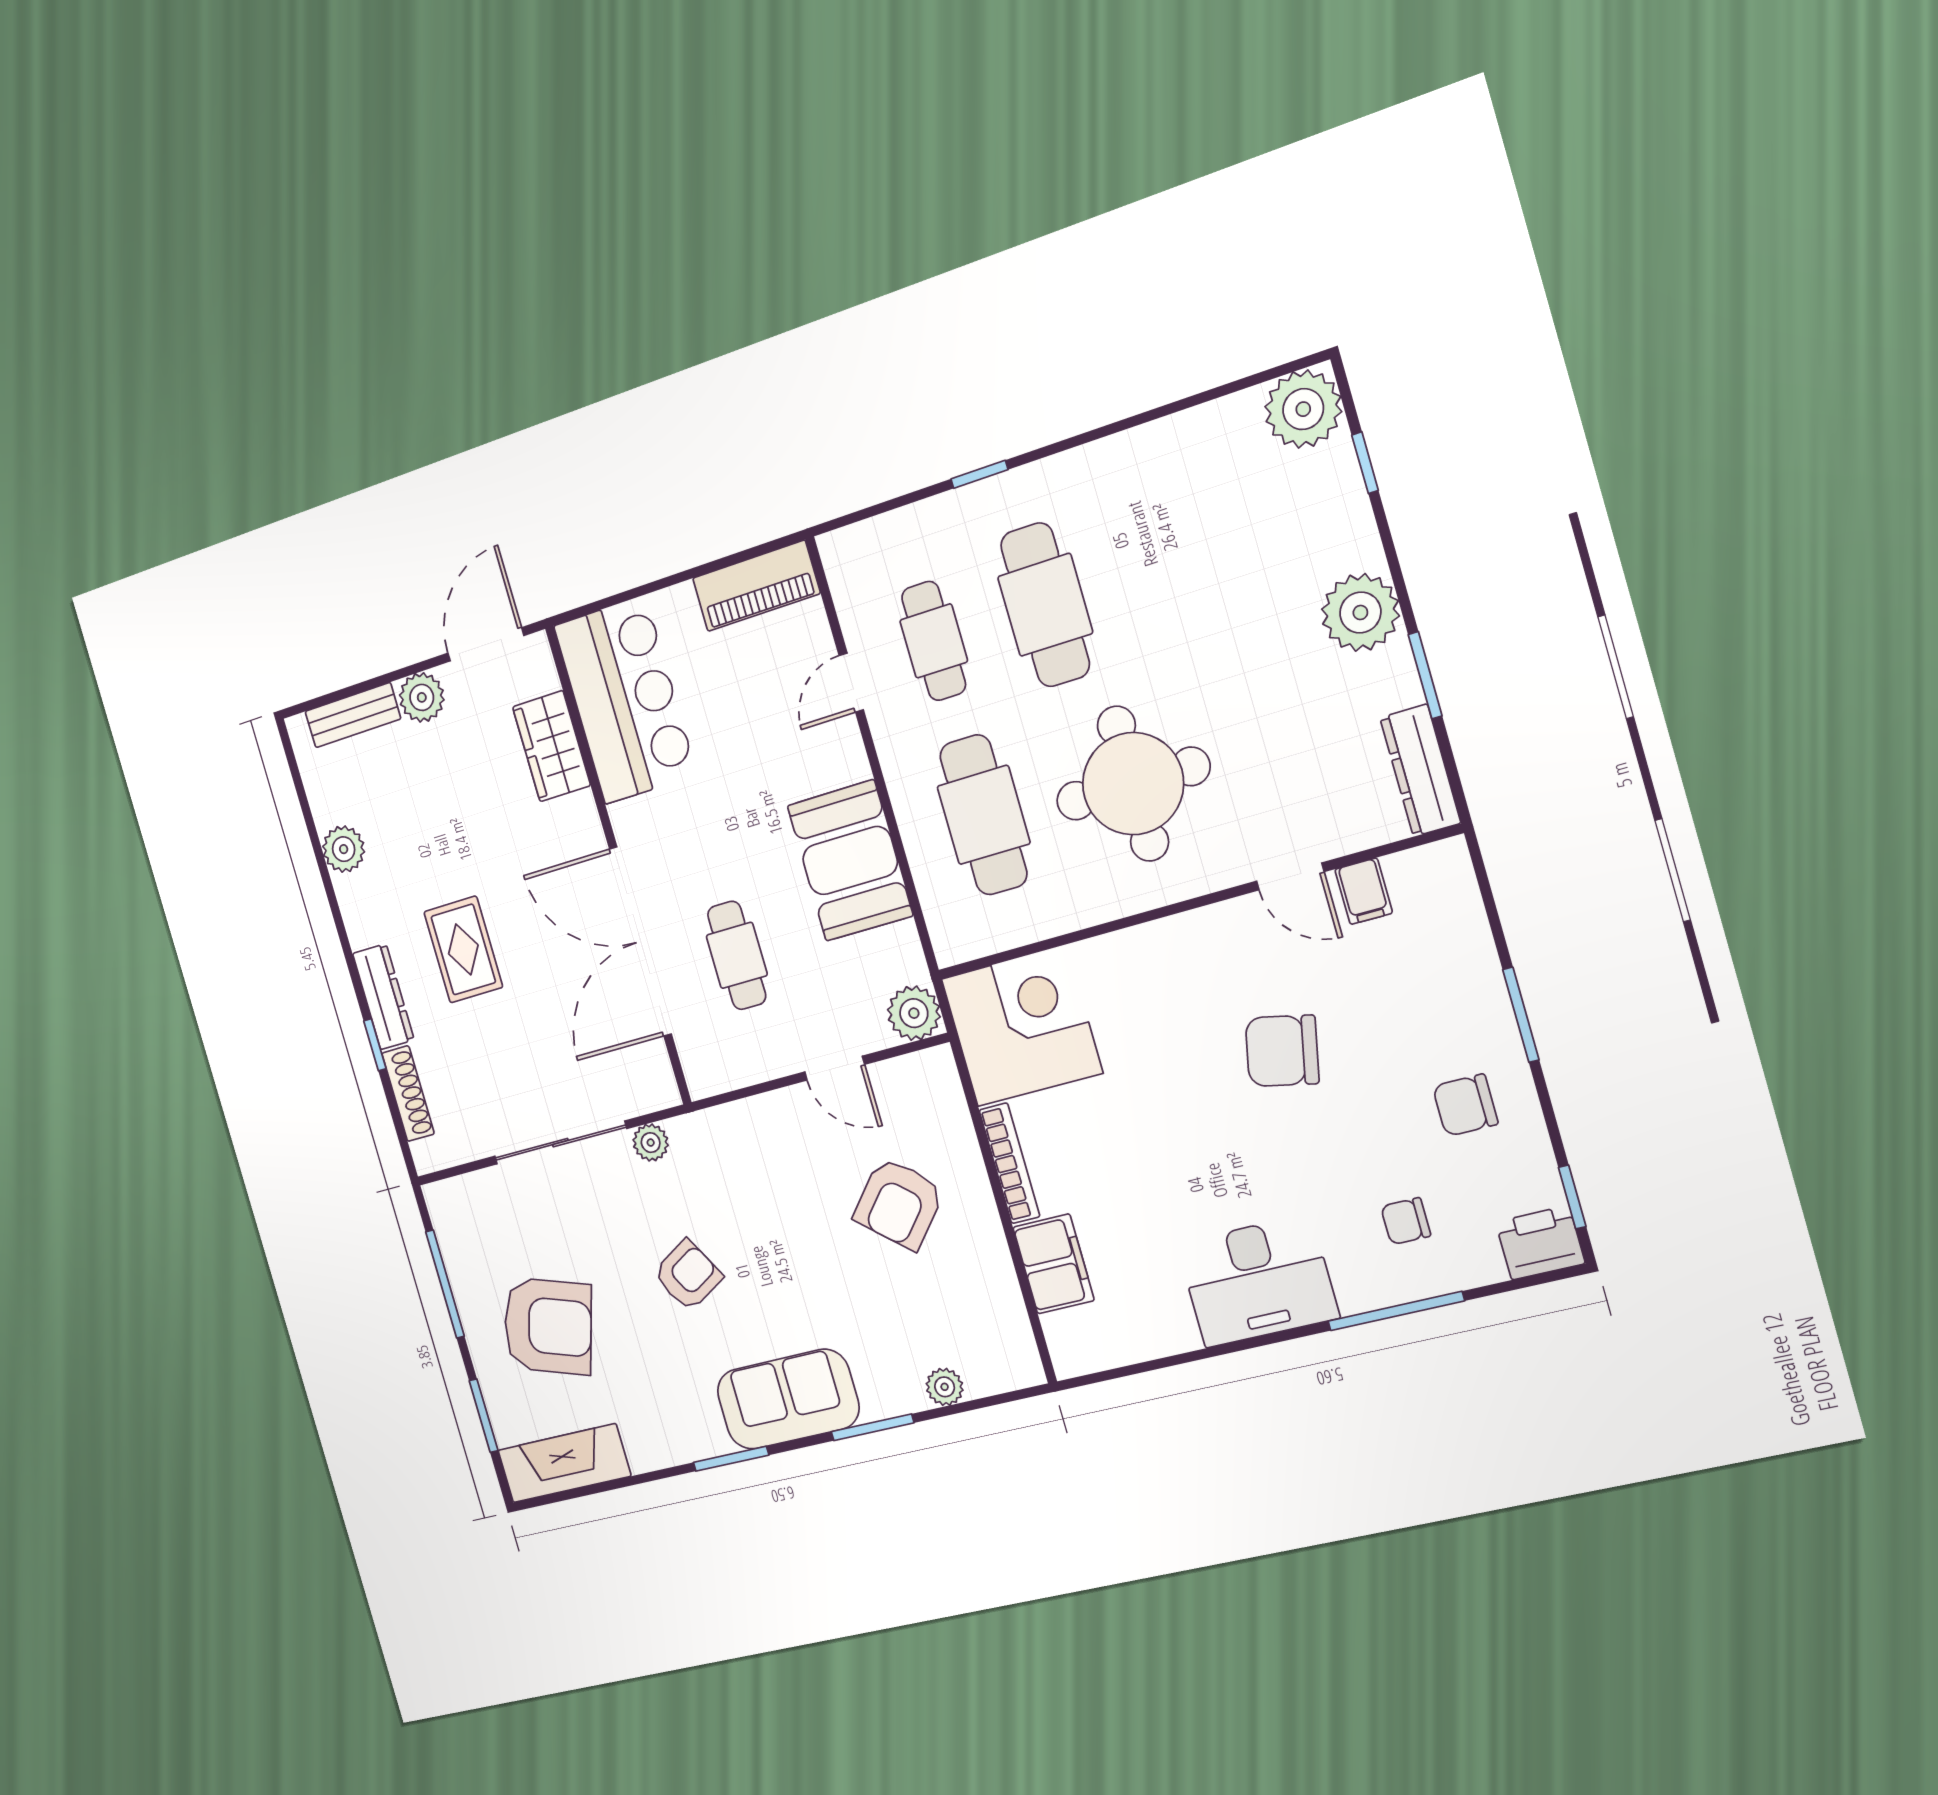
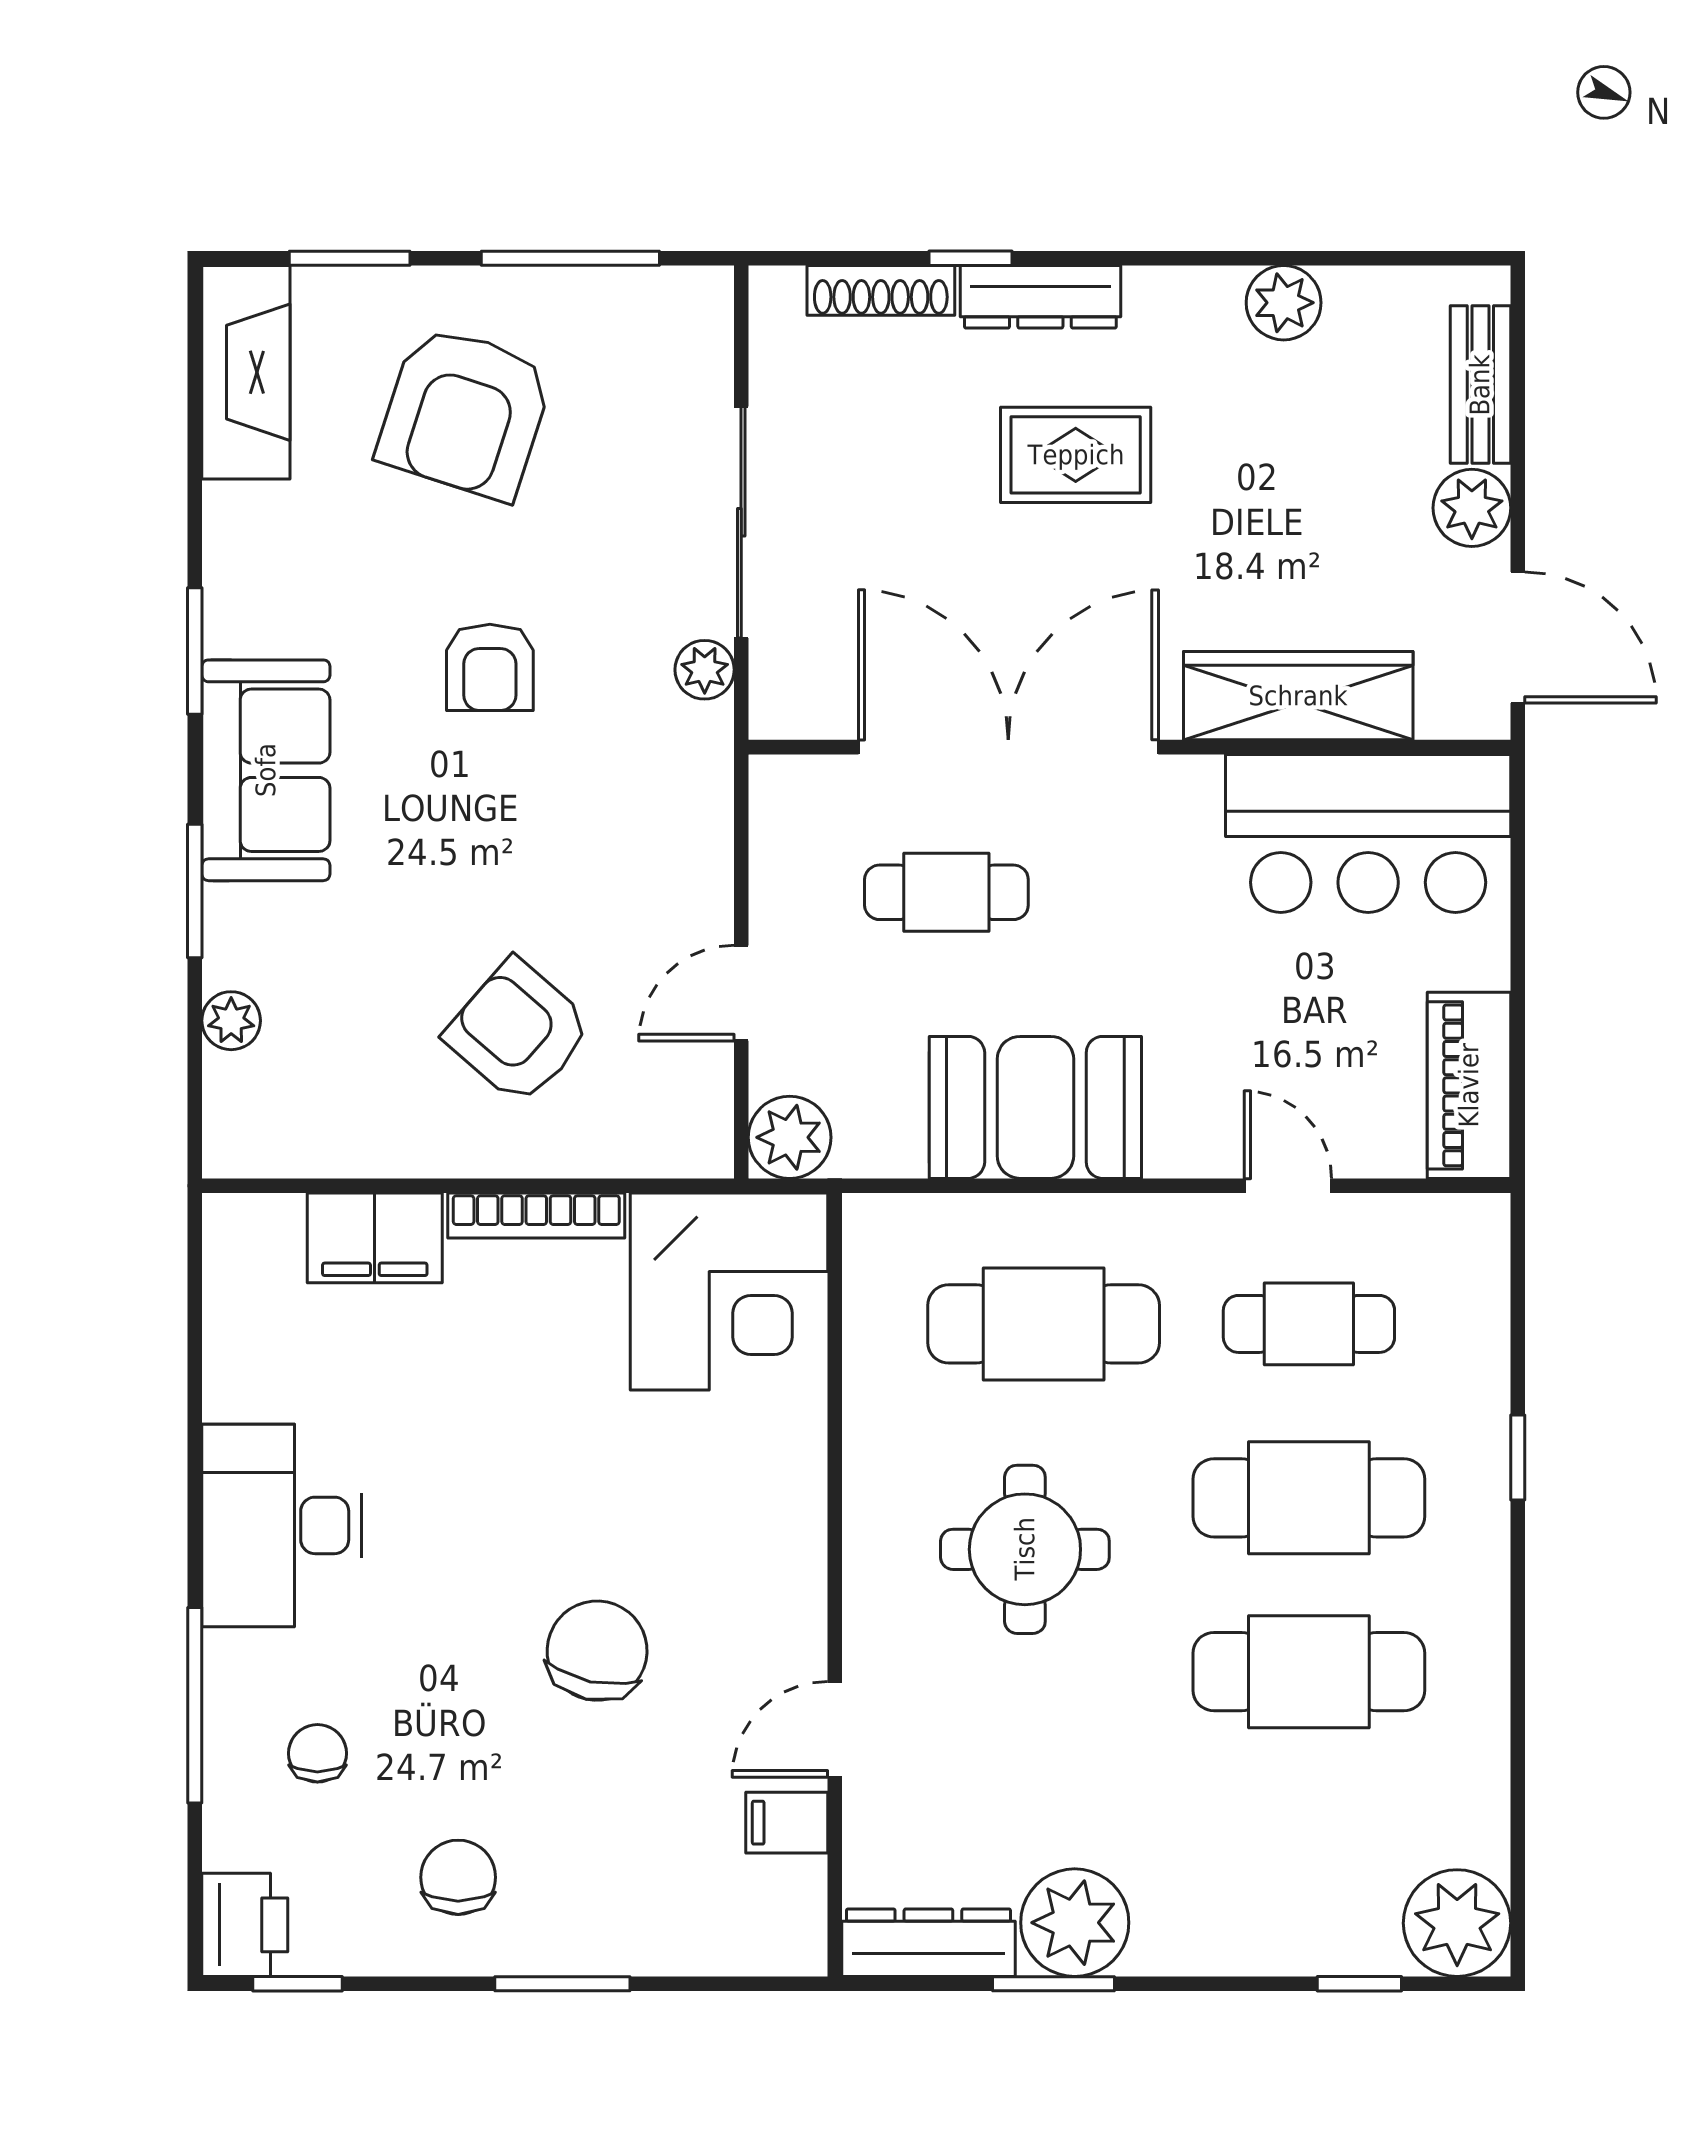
cafe table: (1160, 568) -> (1309, 1672), added
plant: (1360, 613) -> (1075, 1923), moved
wardrobe: (551, 746) -> (1298, 696), width x1.50
round table: (1133, 784) -> (1025, 1549), width x0.73, depth x0.73
armchair: (688, 1275) -> (490, 667), turned 30

